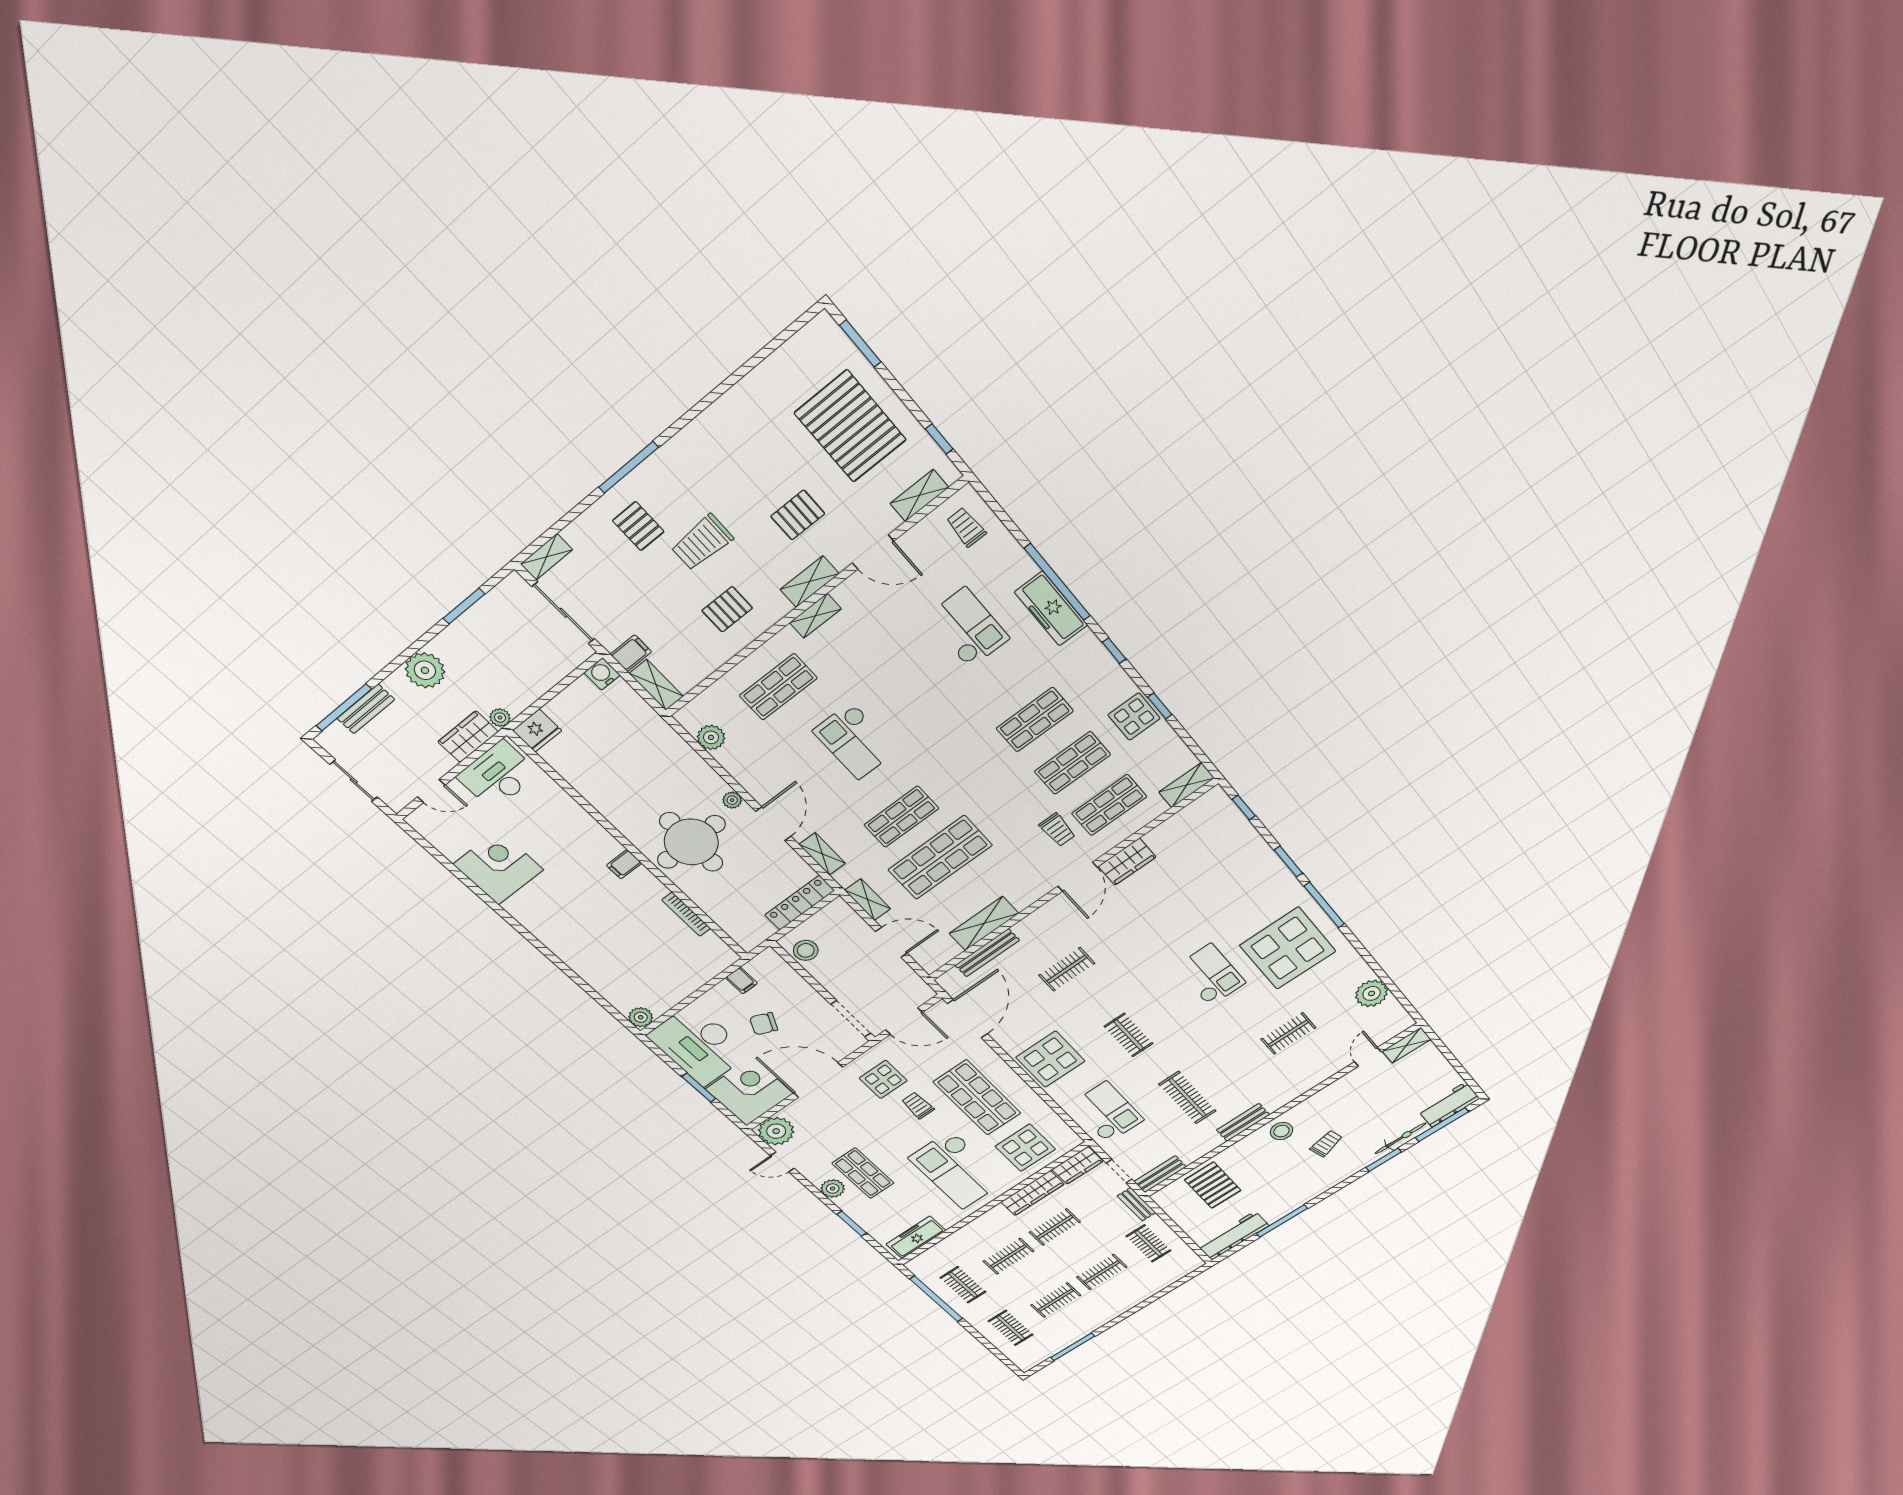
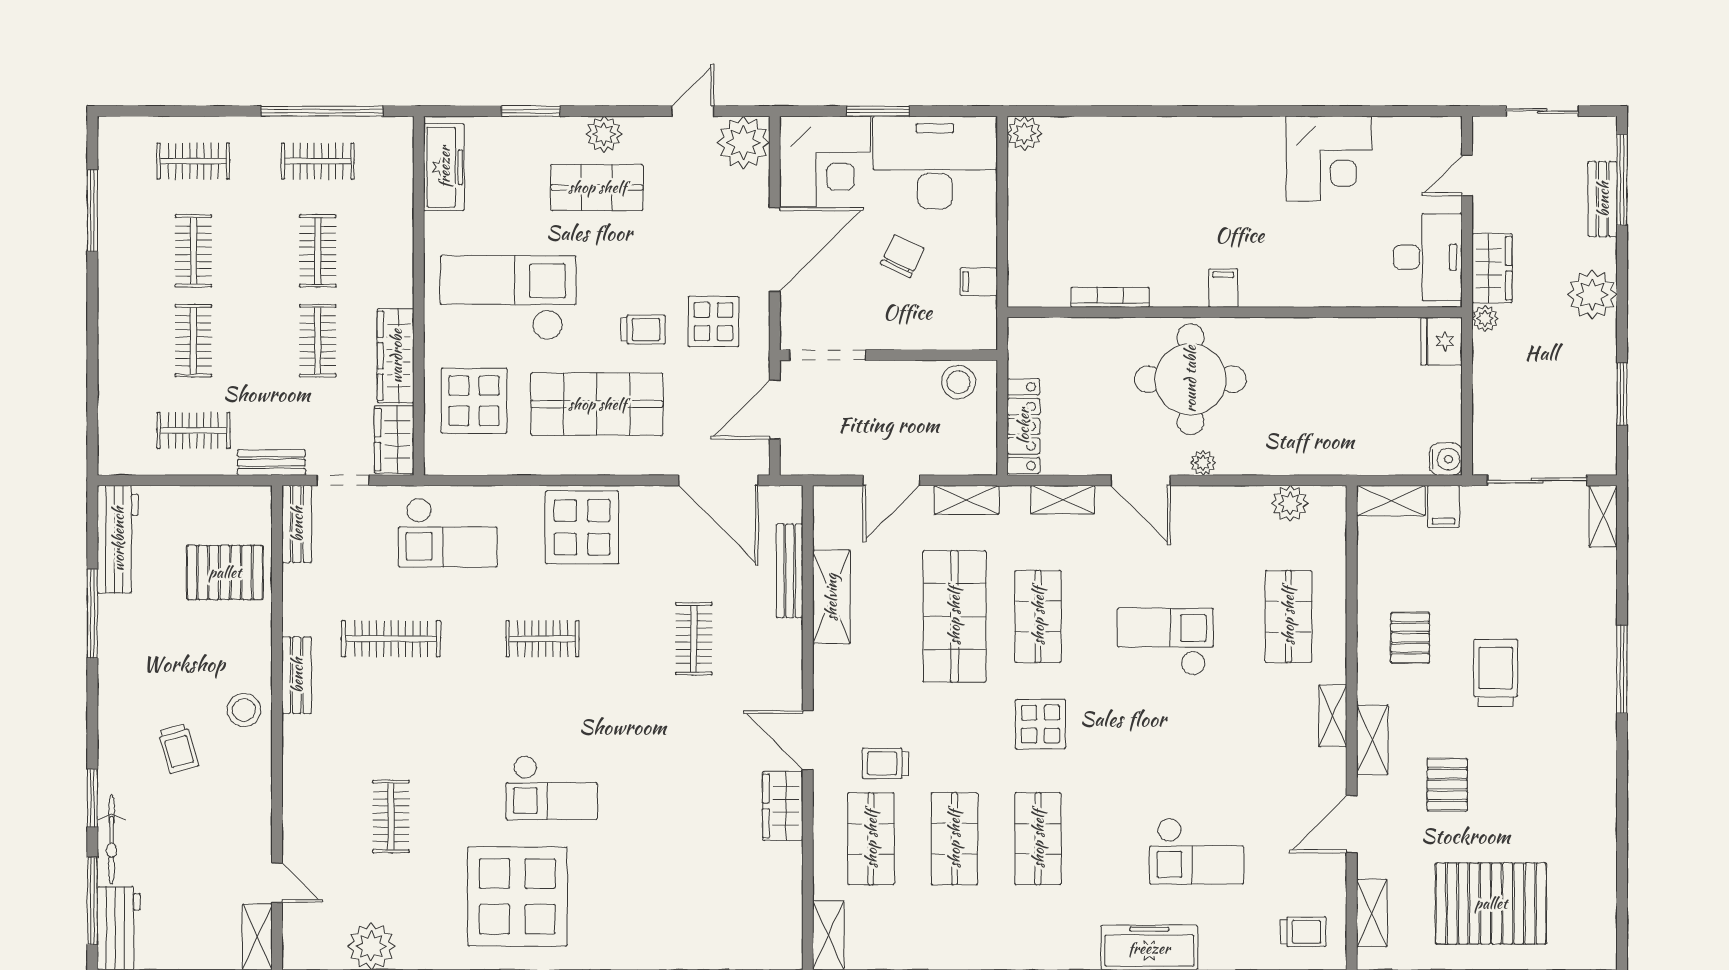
pallet: (638, 526) -> (1561, 628), removed
display table: (1134, 717) -> (1041, 724), moved

